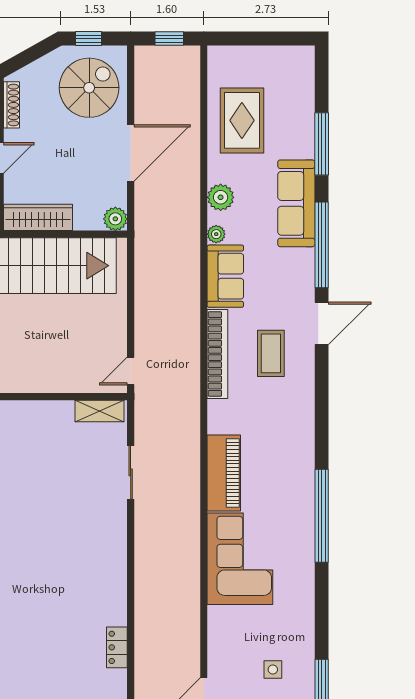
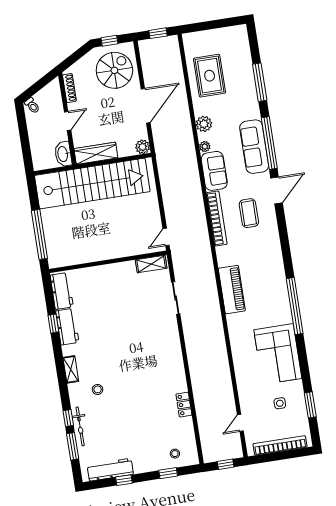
sofa: (296, 203) -> (254, 147), moved
corner sofa: (240, 559) -> (278, 354), moved, turned 180

